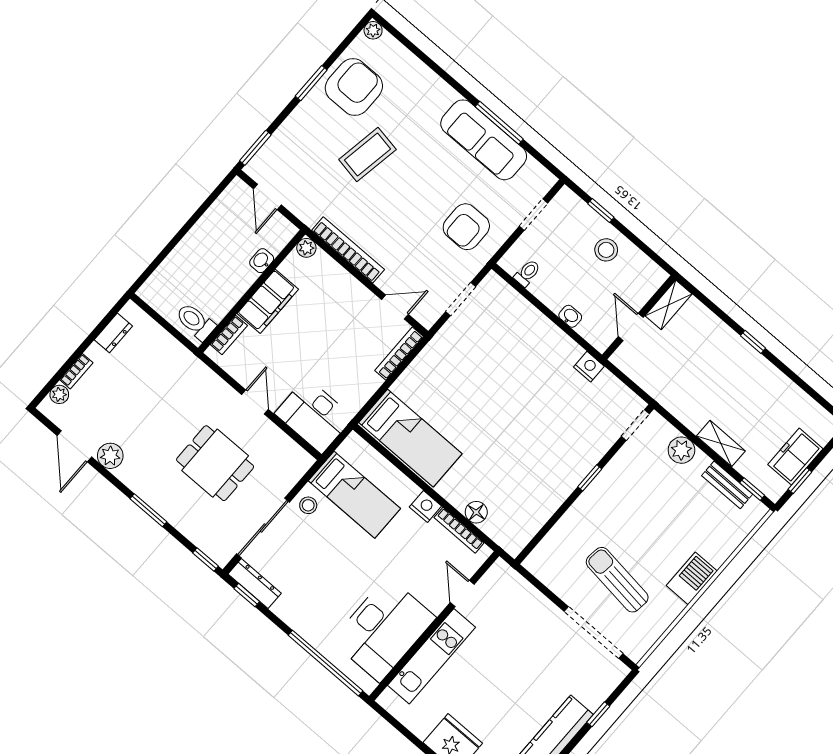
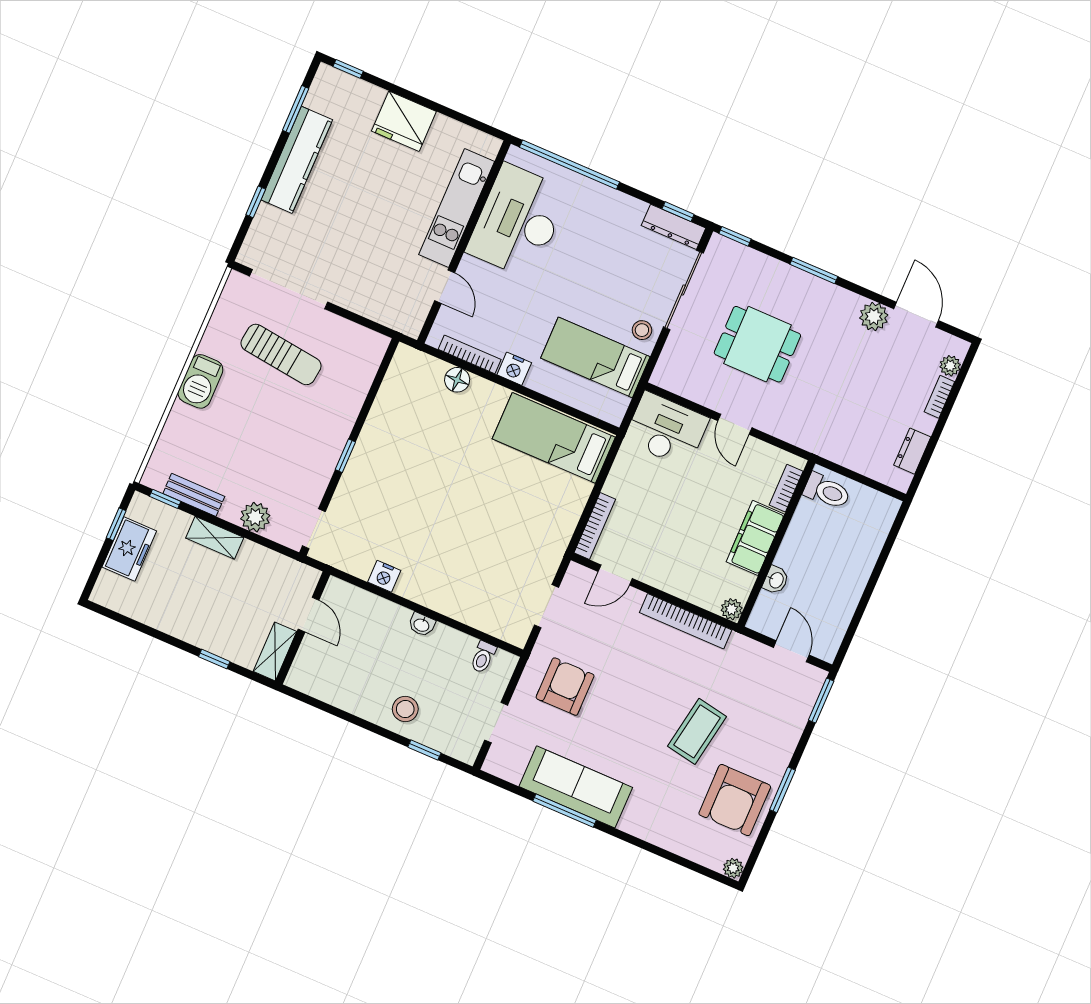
shelving: (668, 305) -> (275, 651), moved
wall: (639, 317) -> (303, 628), moved
door: (631, 327) -> (309, 615), moved

